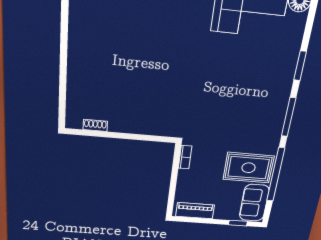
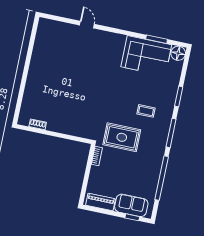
coffee table: (252, 91) -> (146, 111), added
rug: (249, 168) -> (122, 137), moved
sofa: (254, 203) -> (131, 205), moved, turned 90

